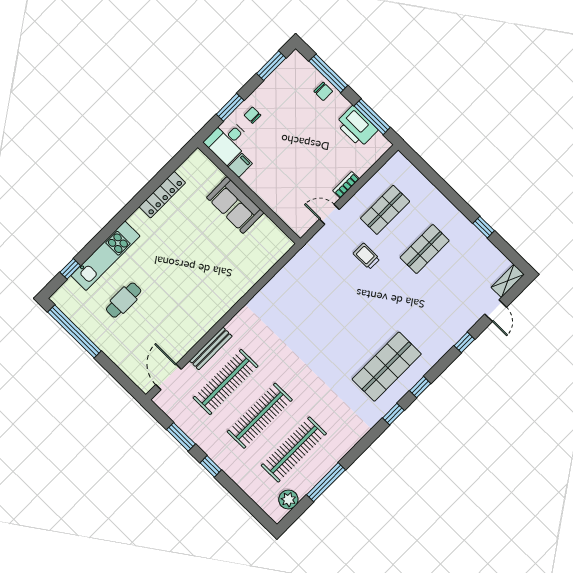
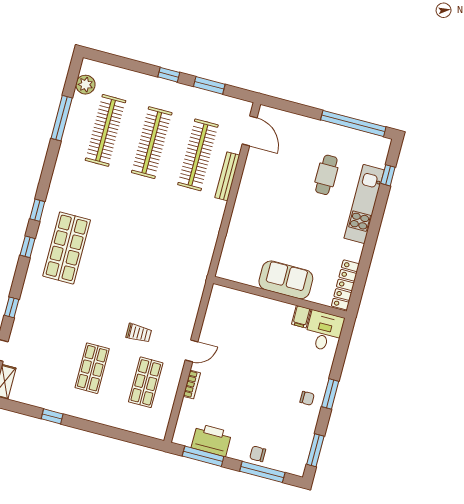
desk: (228, 141) -> (324, 331), moved
filing cabinet: (240, 165) -> (301, 317), moved
wall: (249, 193) -> (280, 297), moved
sofa: (235, 205) -> (286, 280), moved

